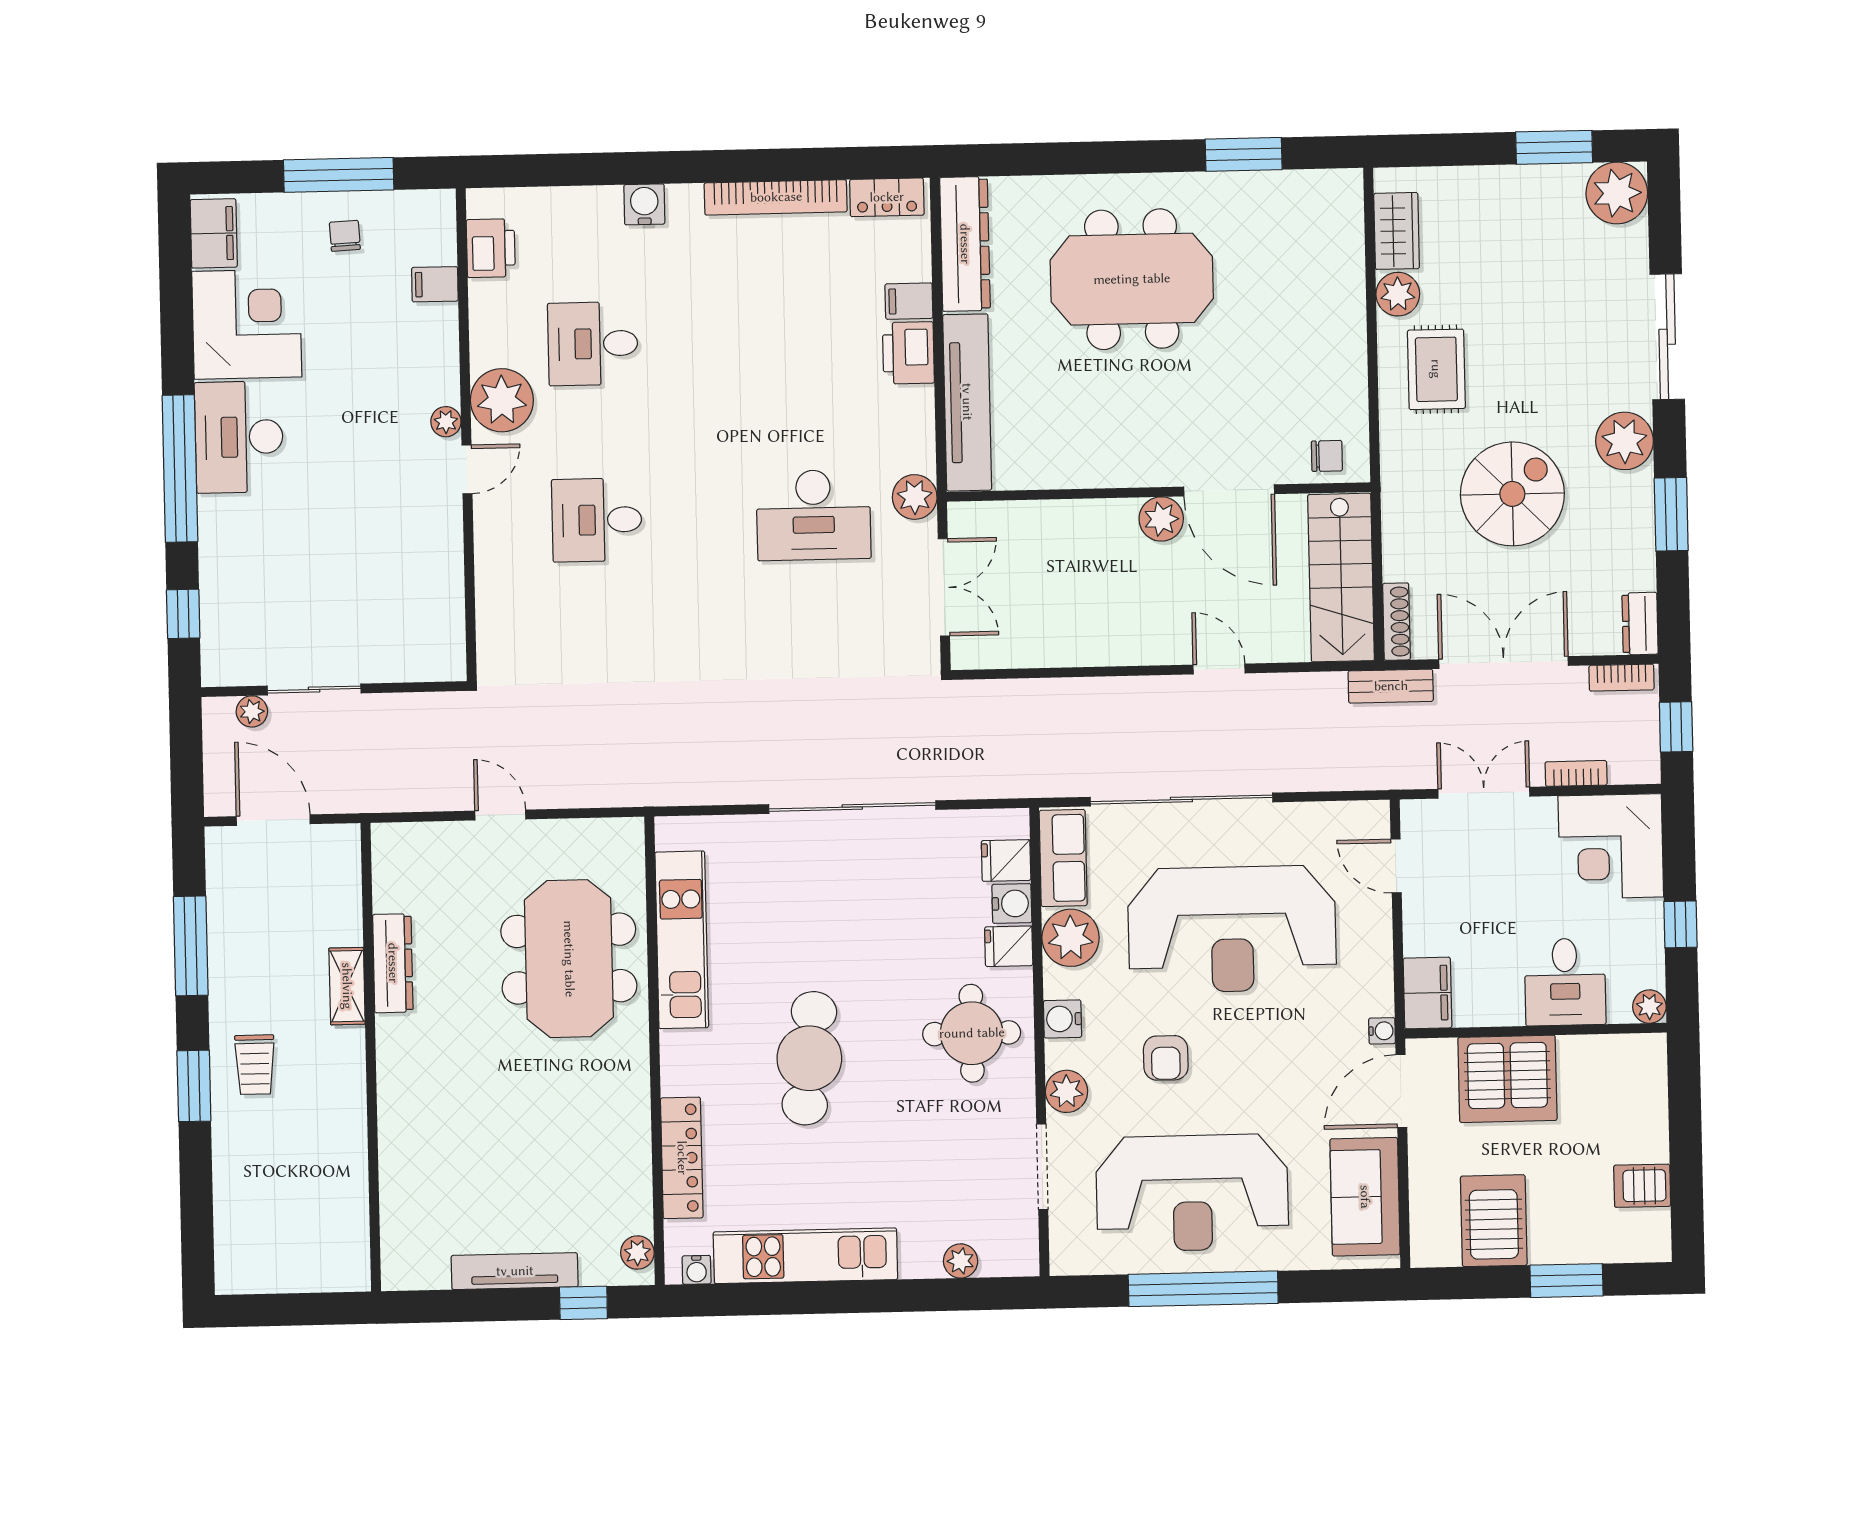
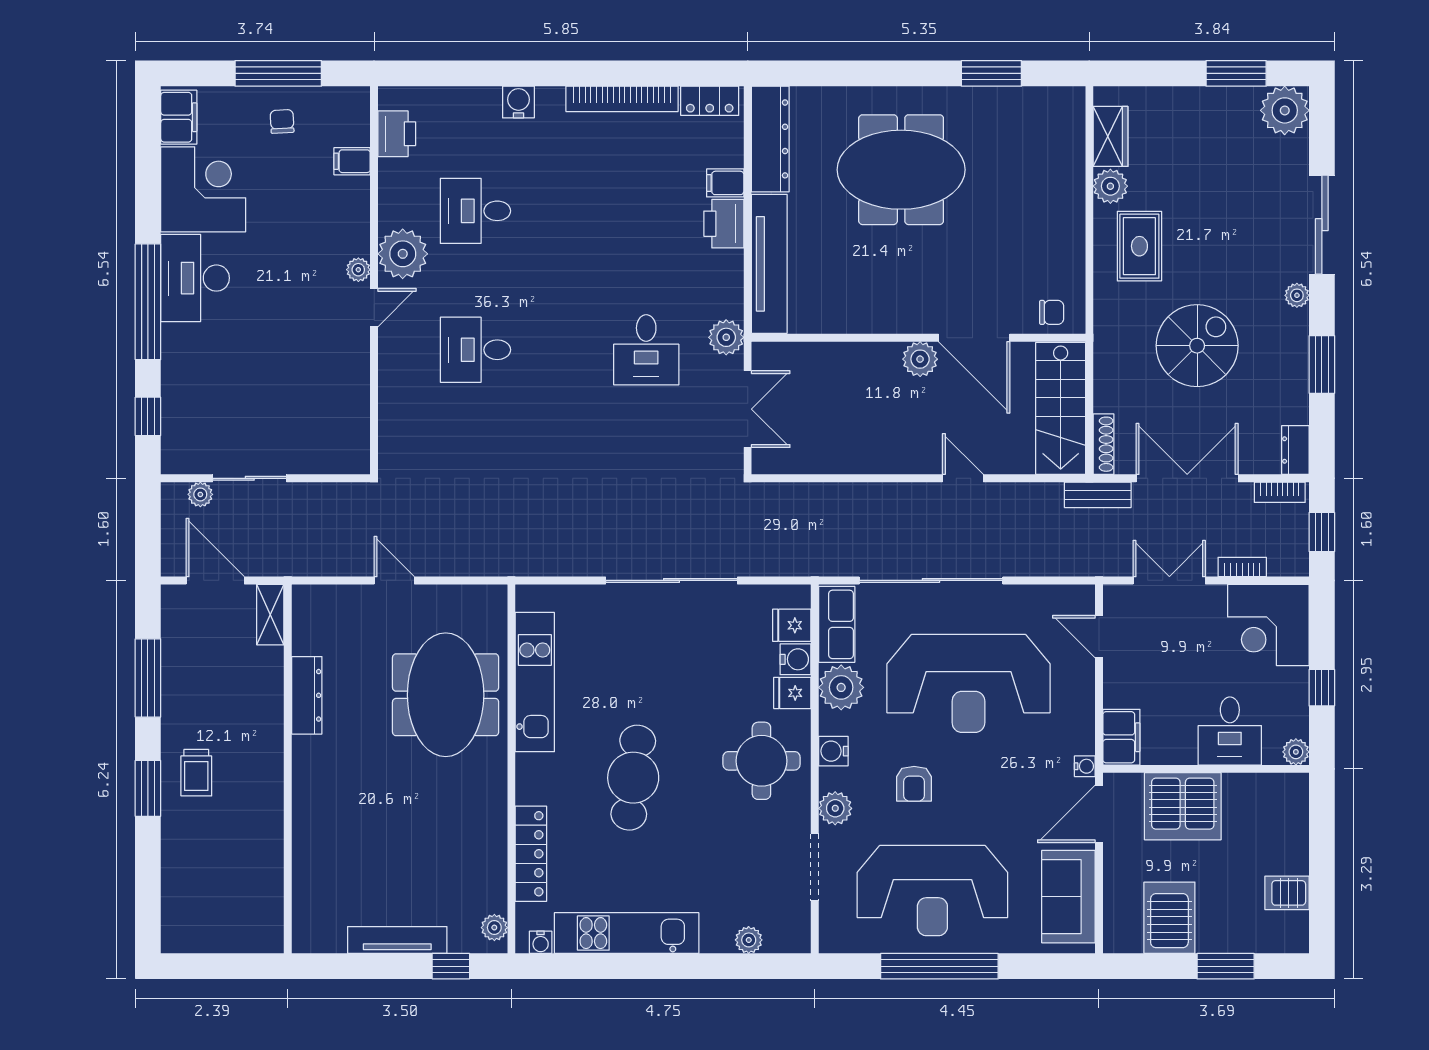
plant: (1624, 441) -> (1297, 295), width x0.53, depth x0.53
desk: (814, 515) -> (646, 350), width x0.73
shelving: (347, 986) -> (270, 615), moved

